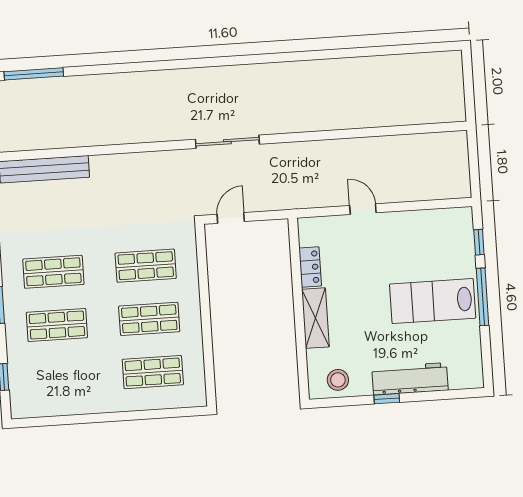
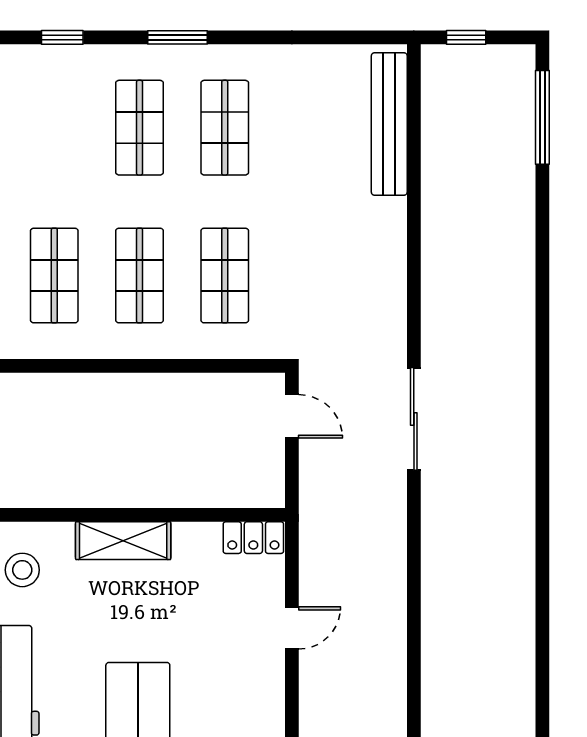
locker: (310, 267) -> (253, 538), moved

